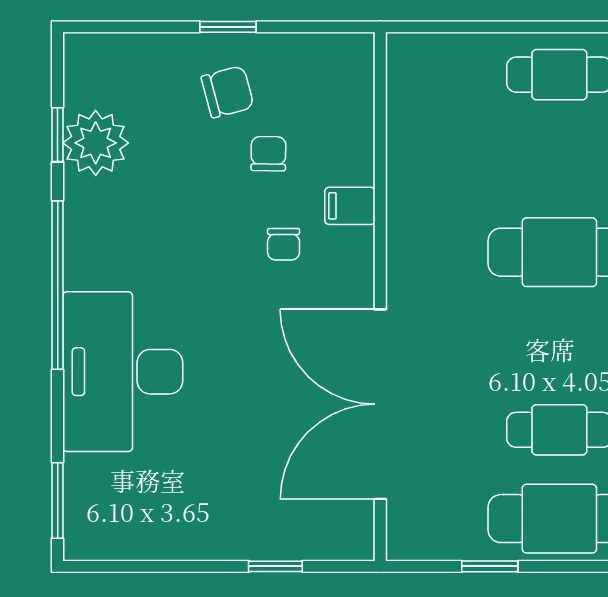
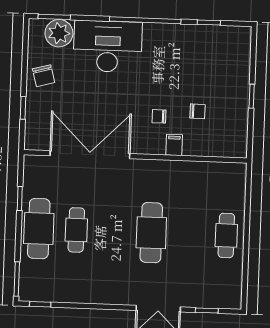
chair: (228, 92) -> (44, 76), moved
plant: (96, 143) -> (59, 33), moved

